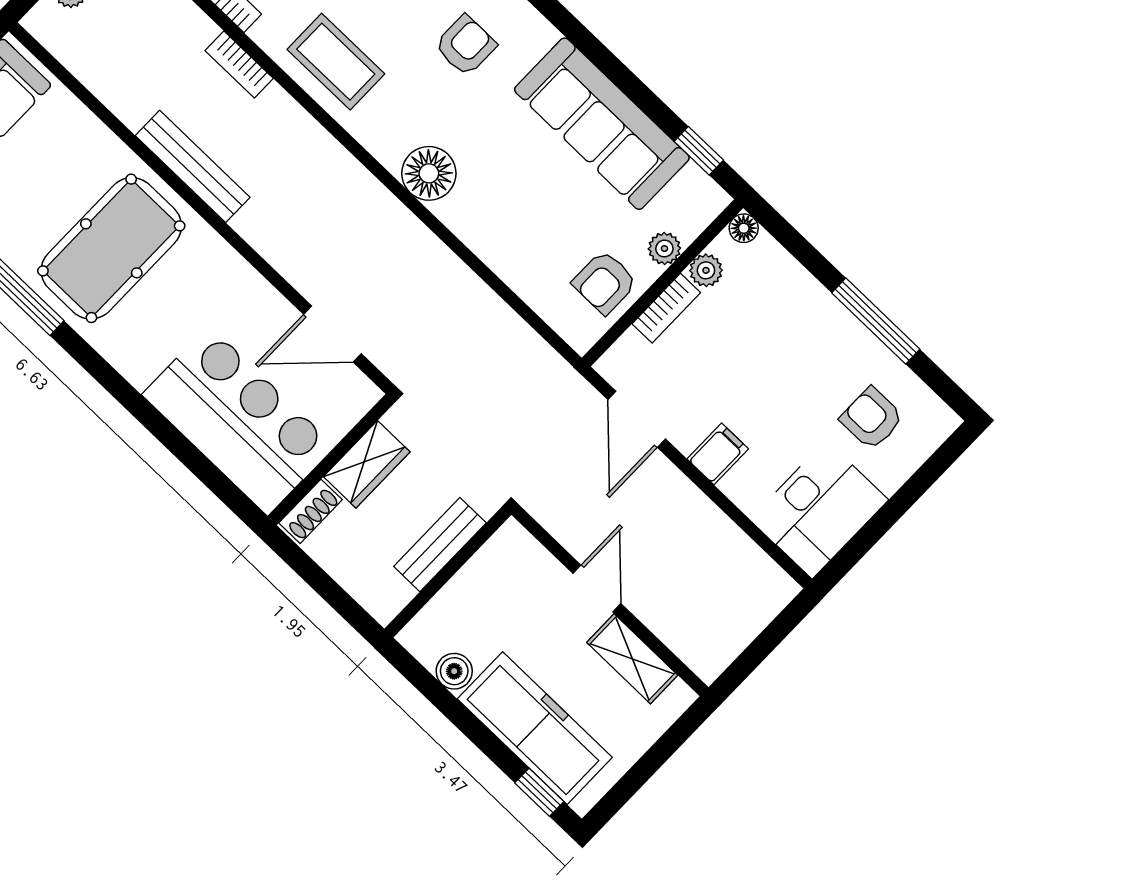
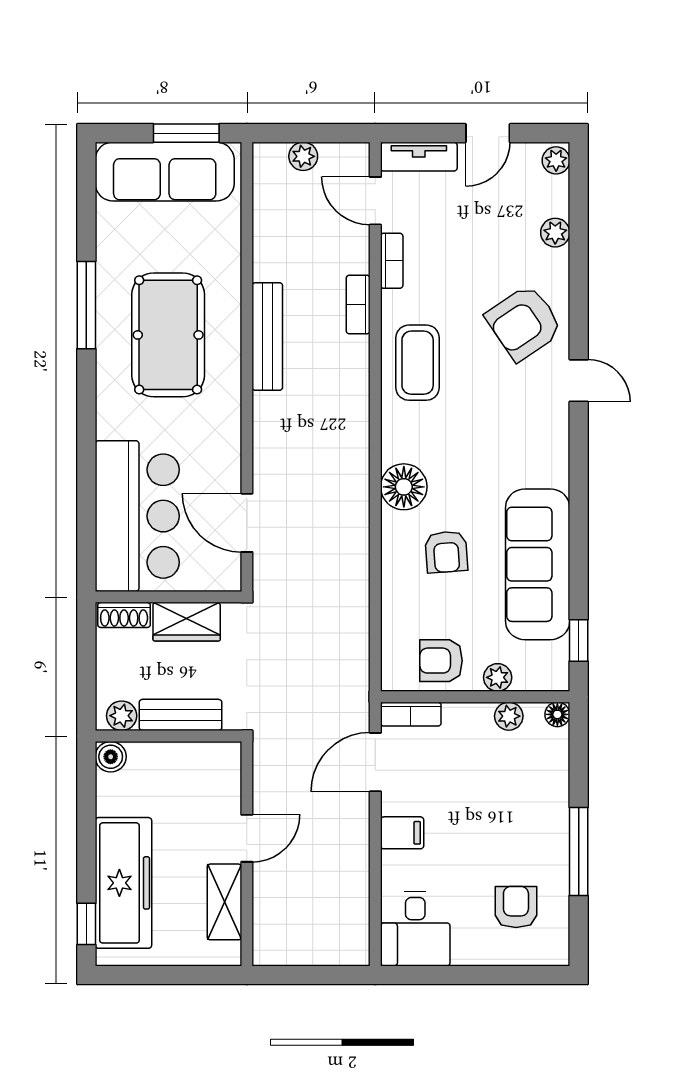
armchair: (466, 45) -> (446, 552), moved, turned 86
pool table: (111, 248) -> (168, 335), turned 90
bookcase: (666, 308) -> (411, 714), moved
desk: (819, 510) -> (415, 929), width x0.73
plant: (393, 595) -> (122, 716), added
boiler: (454, 671) -> (111, 757), moved

